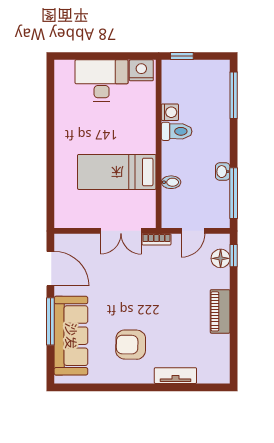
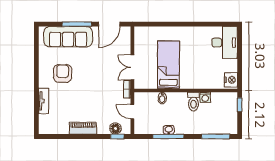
desk: (102, 80) -> (225, 43), moved
window: (234, 193) -> (168, 137), moved

